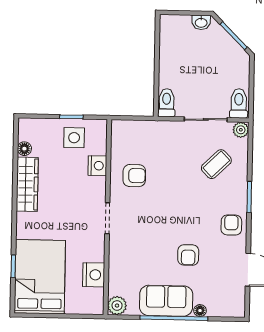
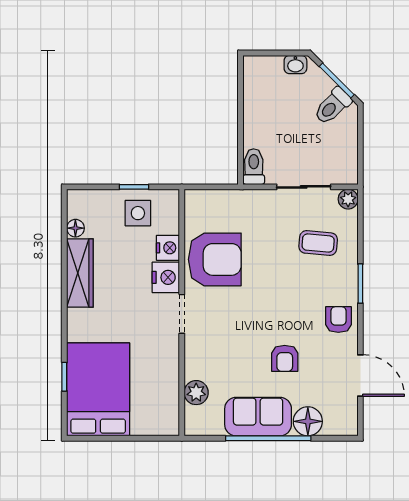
toilet: (239, 103) -> (333, 106), moved, turned -135
coffee table: (216, 164) -> (318, 243), turned 49
armchair: (134, 176) -> (215, 259), width x1.88, depth x1.88
nightstand: (94, 275) -> (166, 277), moved
plant: (117, 306) -> (196, 393), moved
floor lamp: (200, 311) -> (308, 421), width x1.89, depth x1.89

